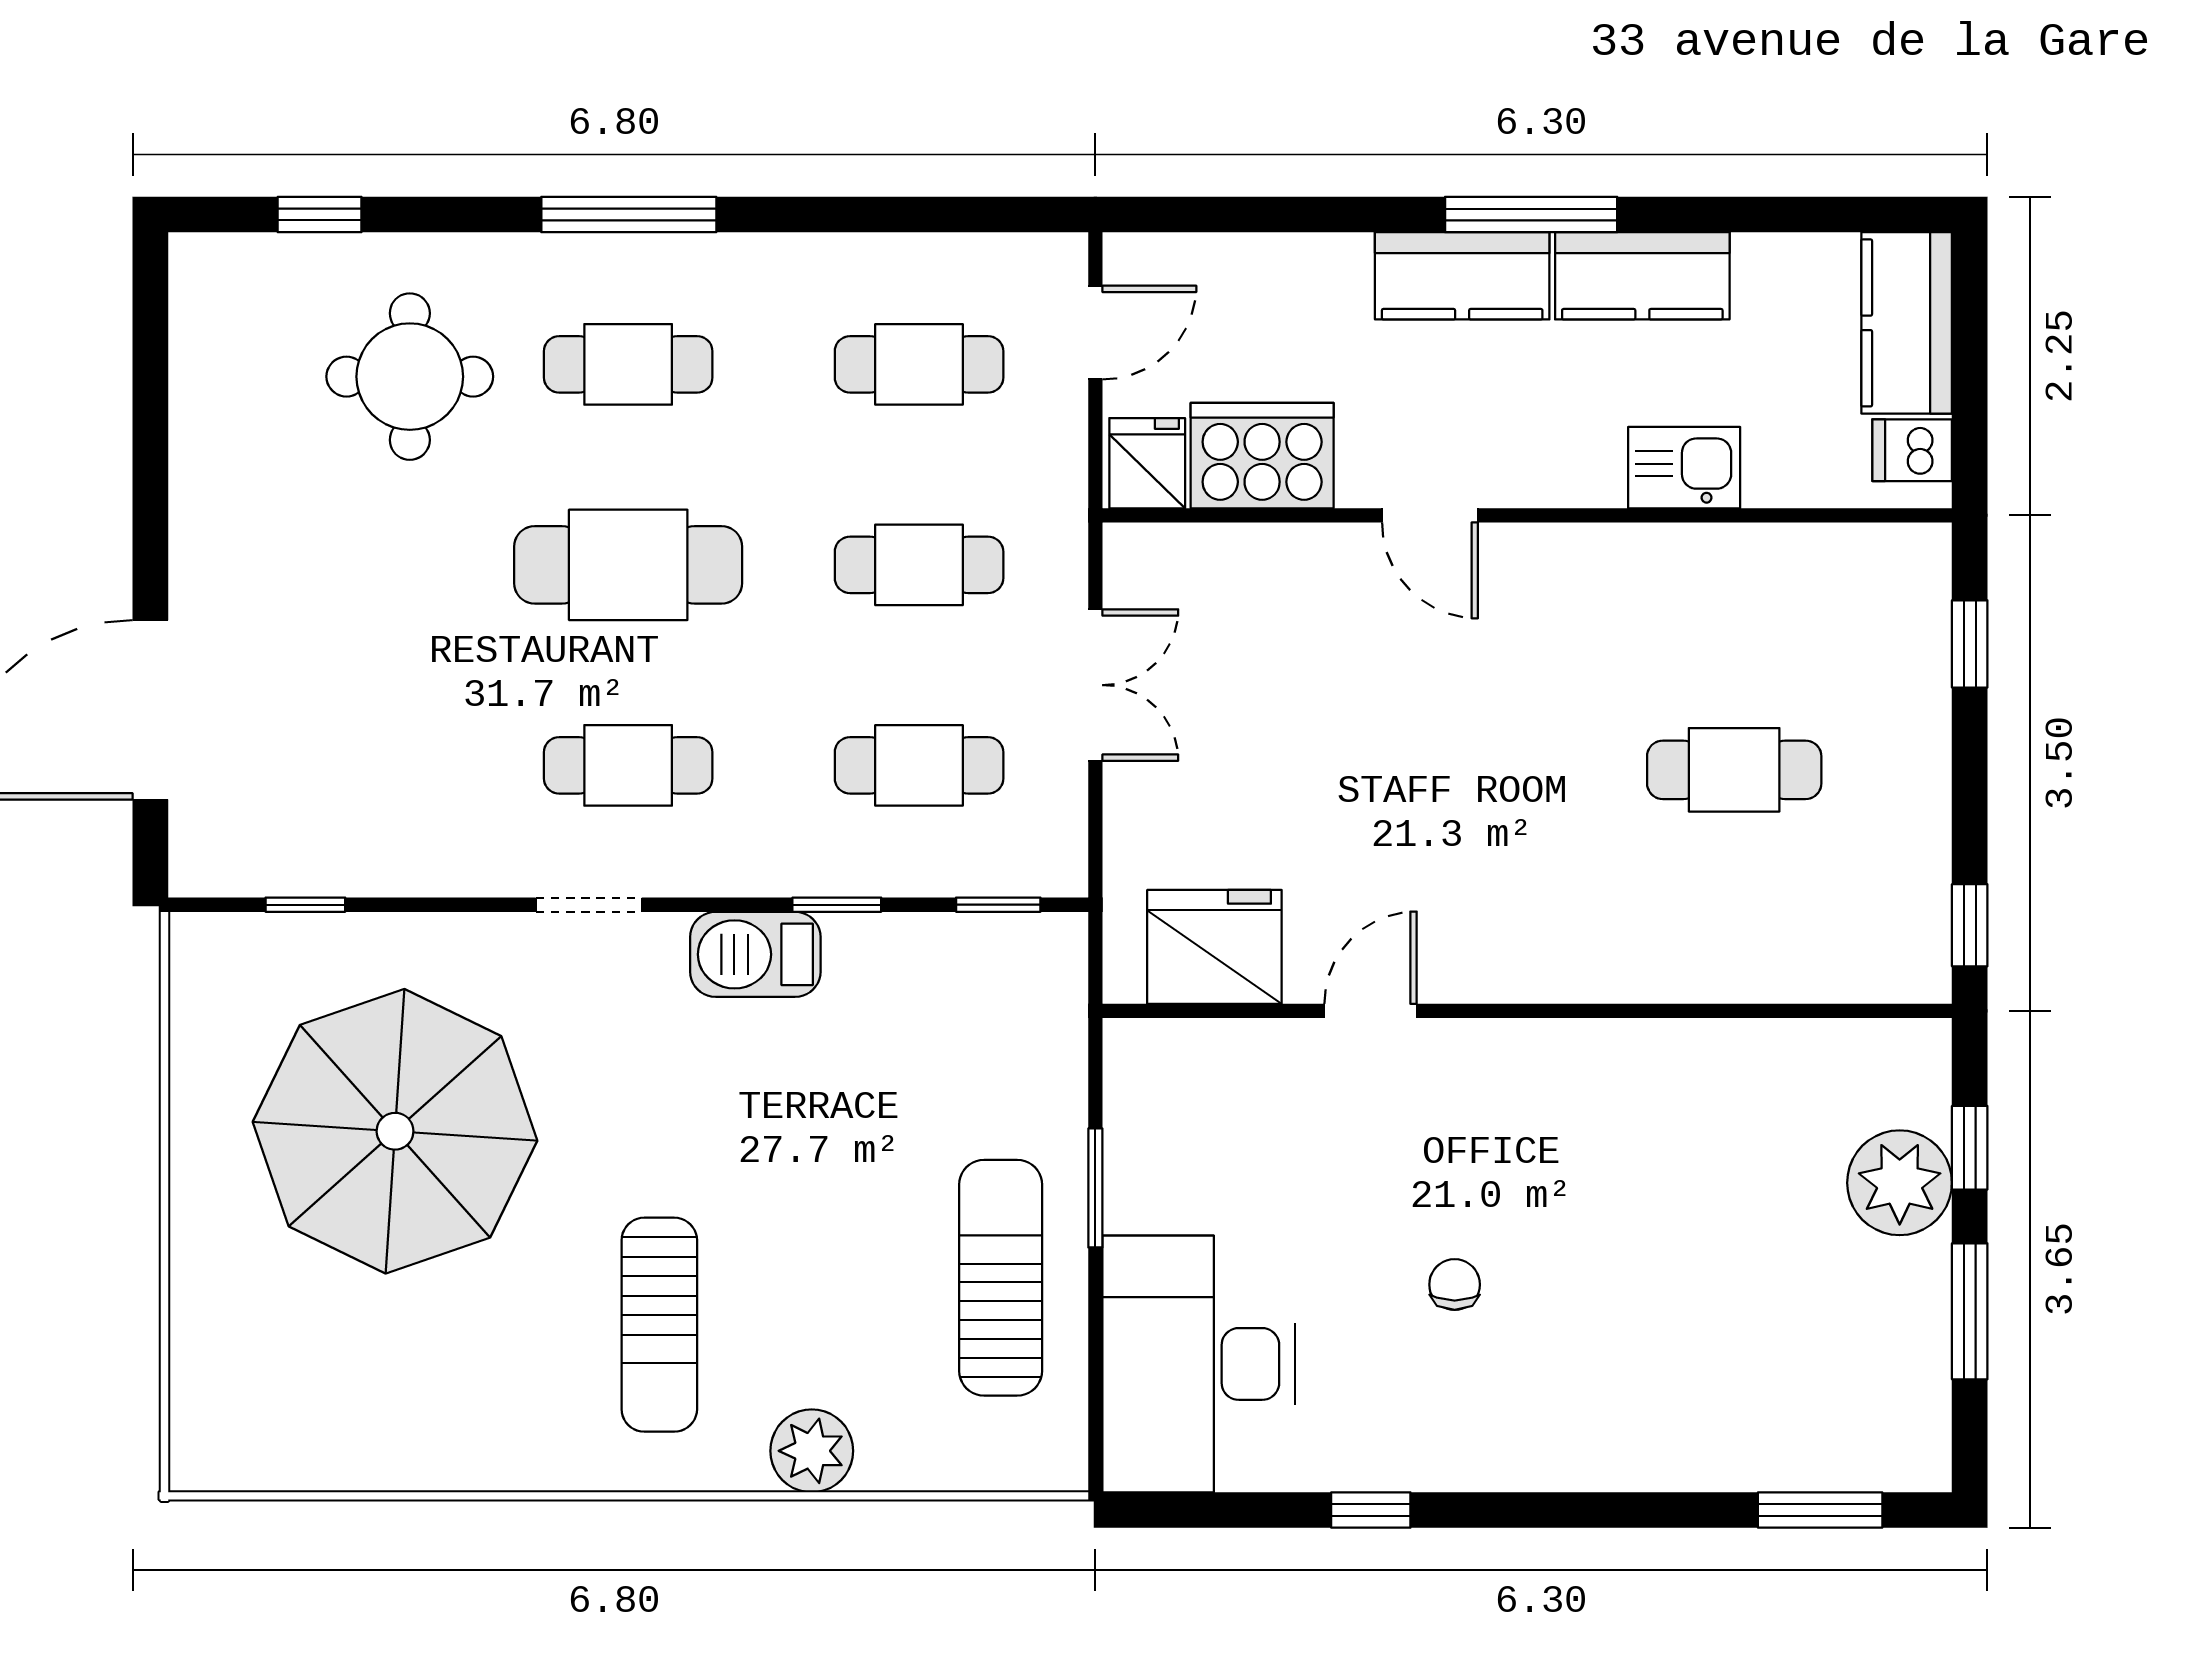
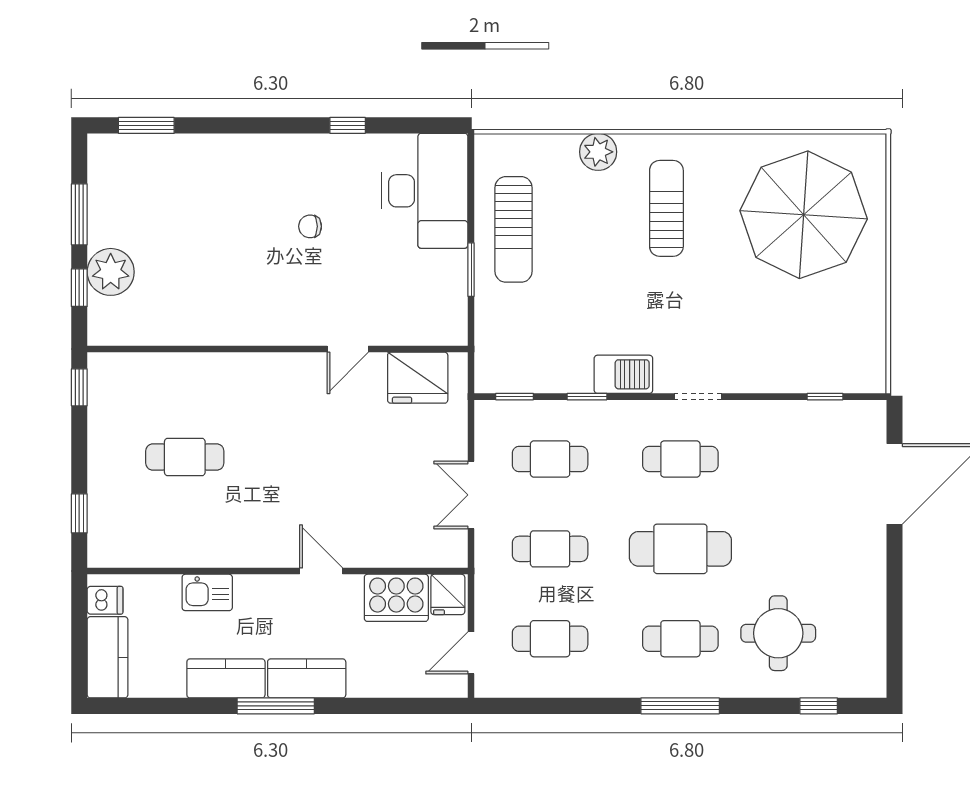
parasol: (395, 1131) -> (804, 215), moved
chair: (1455, 1285) -> (310, 226), turned 90

